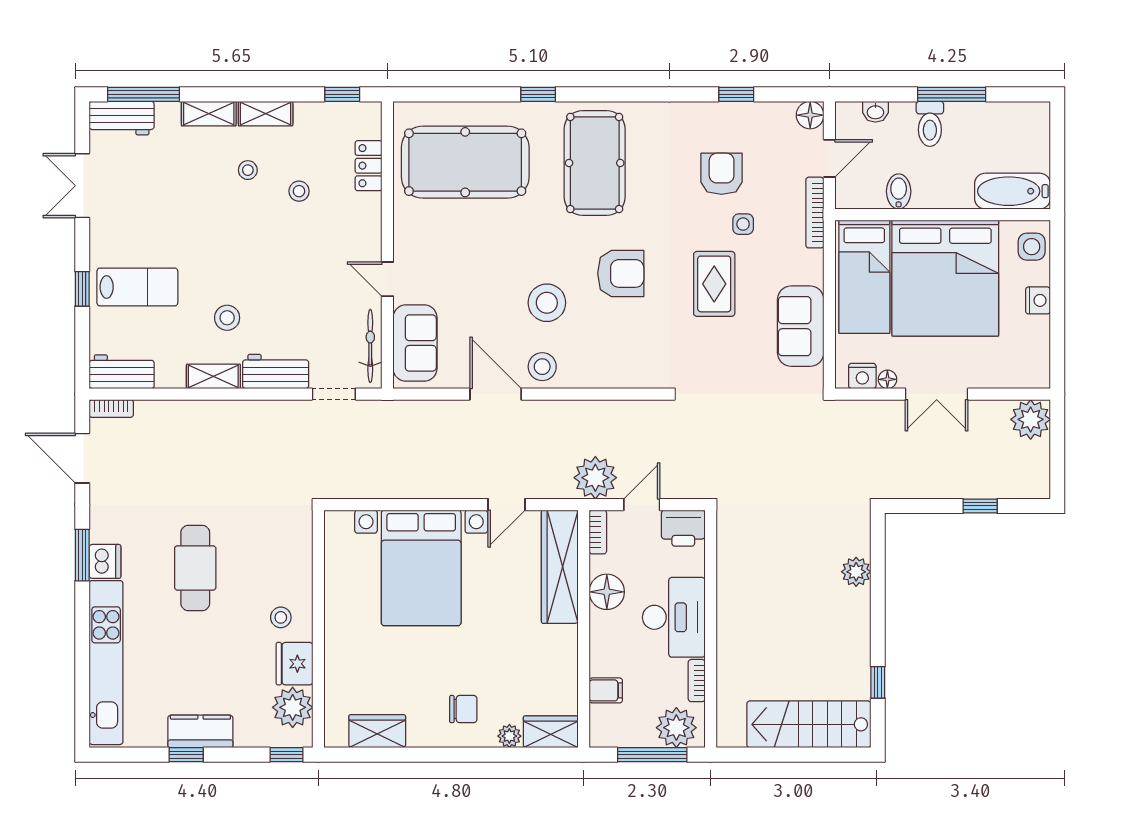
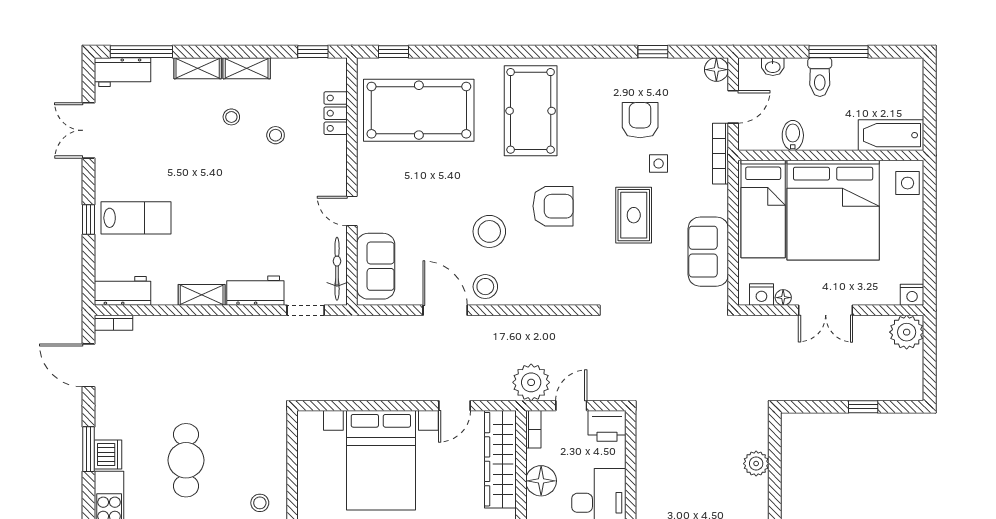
window: (538, 94) -> (394, 52), moved
nightstand: (1038, 300) -> (912, 295), moved, turned 90
stool: (227, 318) -> (213, 244), removed

